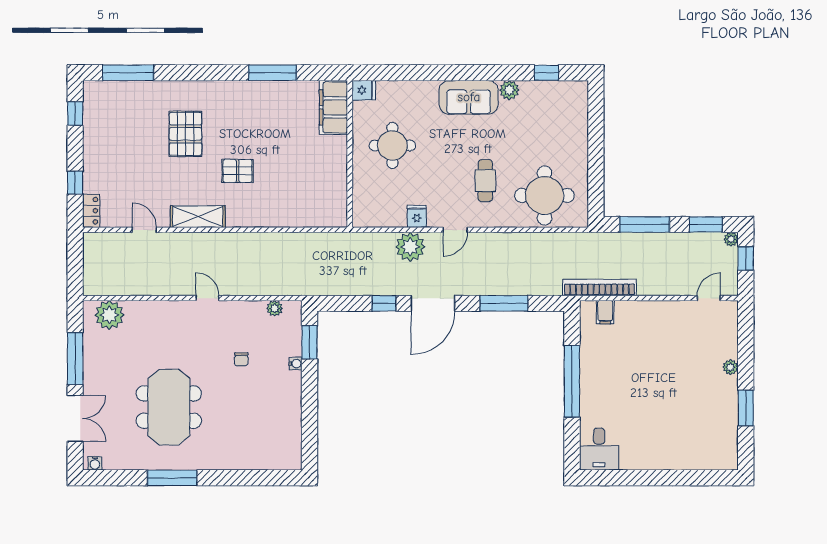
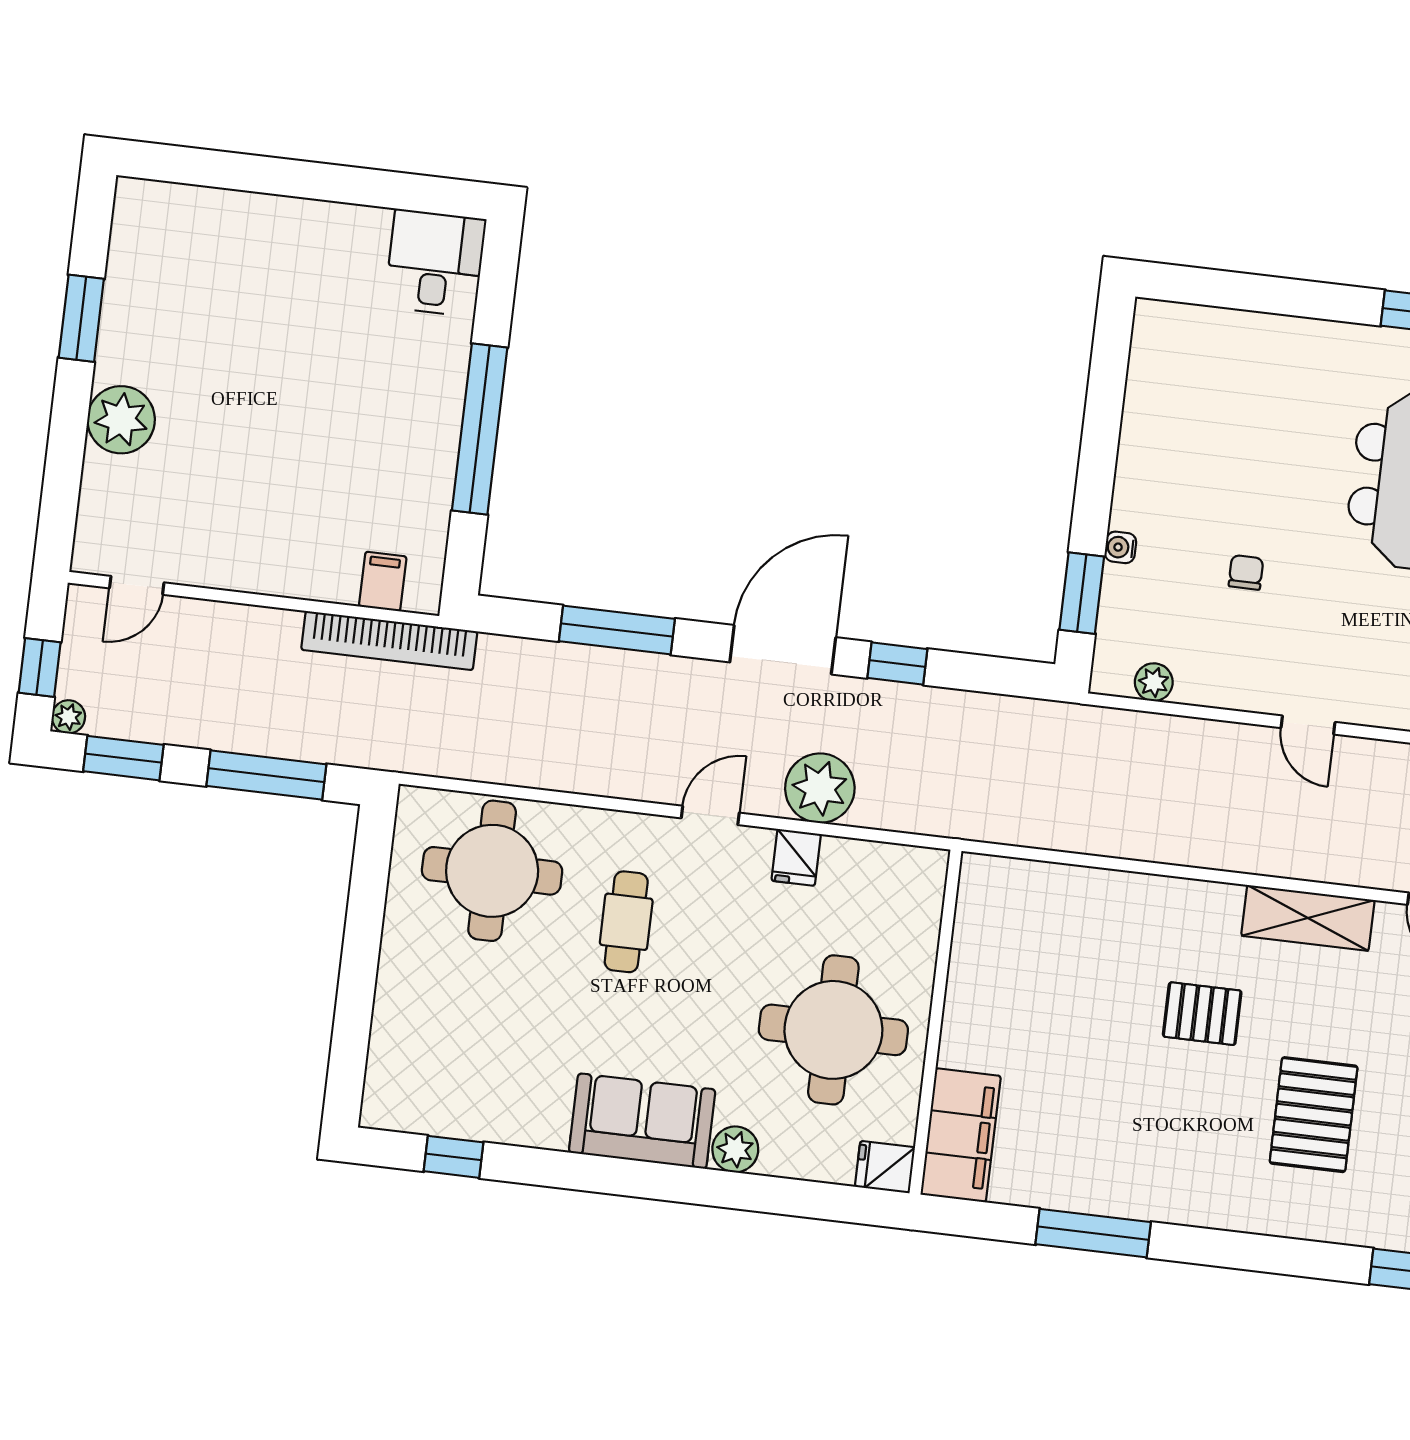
plant: (509, 90) -> (735, 1149), moved
round table: (392, 145) -> (833, 1030), width x1.36, depth x1.36
plant: (730, 367) -> (121, 420), width x1.87, depth x1.87

